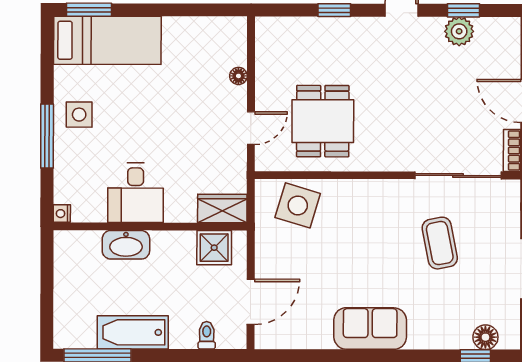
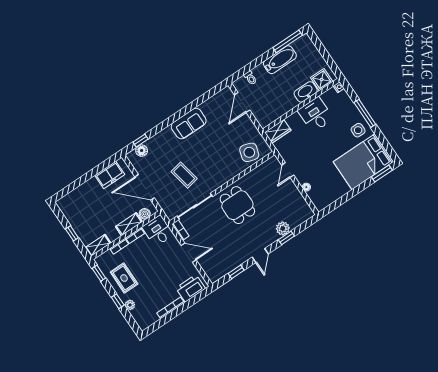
plant: (459, 31) -> (283, 228), moved
bed: (107, 40) -> (363, 162), width x1.50
dining table: (323, 121) -> (237, 205), moved
shower: (214, 248) -> (322, 80), moved

